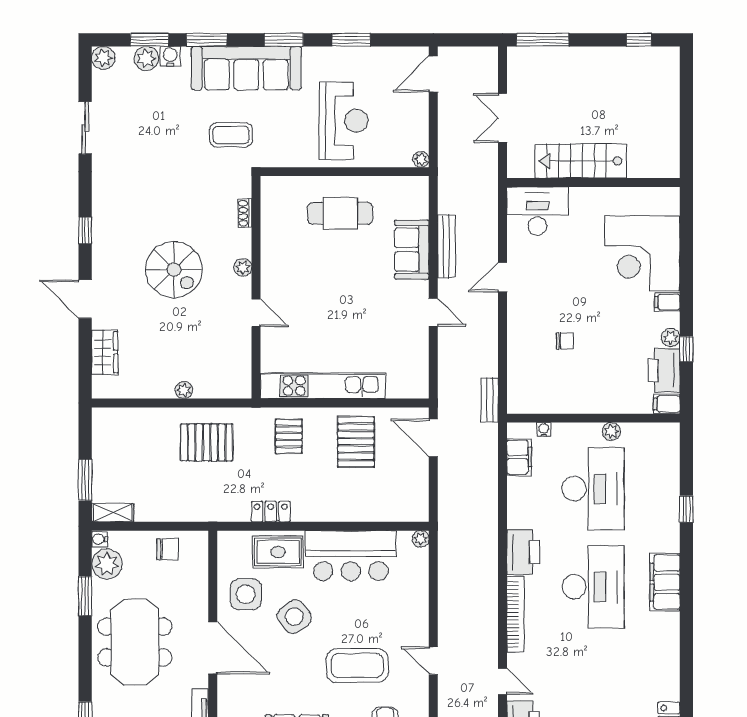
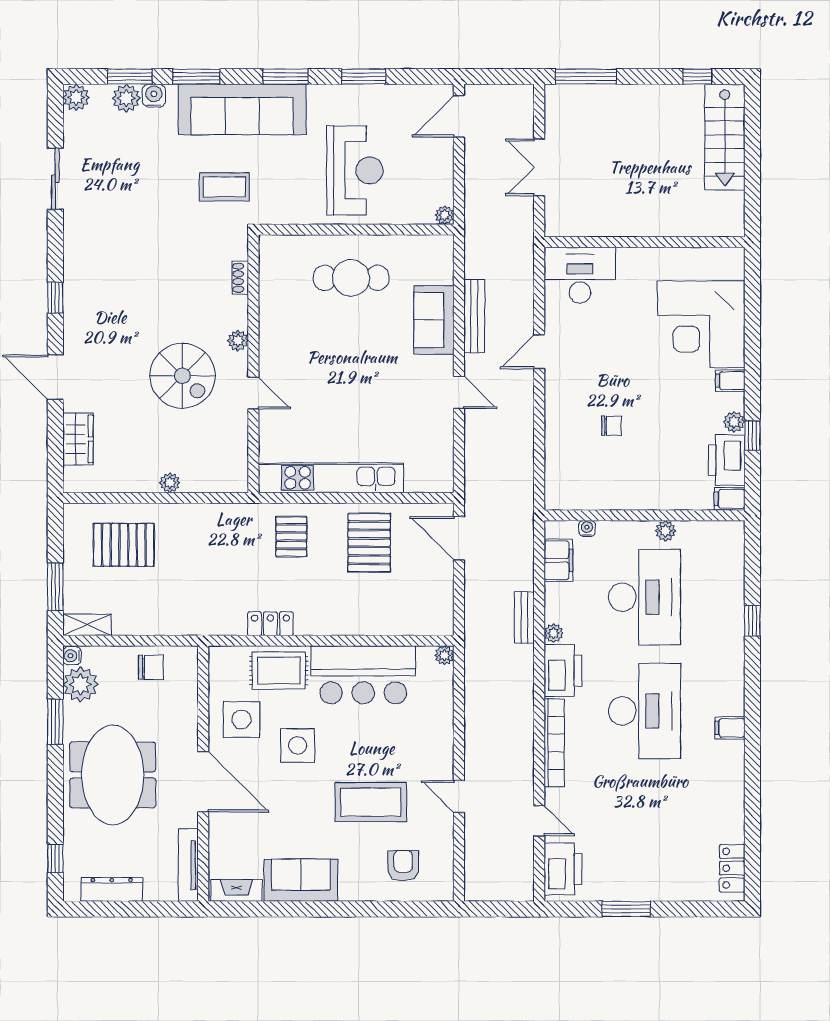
stairs: (581, 161) -> (725, 137), moved, turned -90
spiral stairs: (174, 270) -> (182, 376), moved
bench: (490, 400) -> (524, 618), moved
pallet: (207, 442) -> (124, 545), moved
plant: (515, 520) -> (554, 633), added
filing cabinet: (665, 582) -> (730, 728), width x0.33, depth x0.86
side table: (294, 617) -> (298, 745), turned 37

